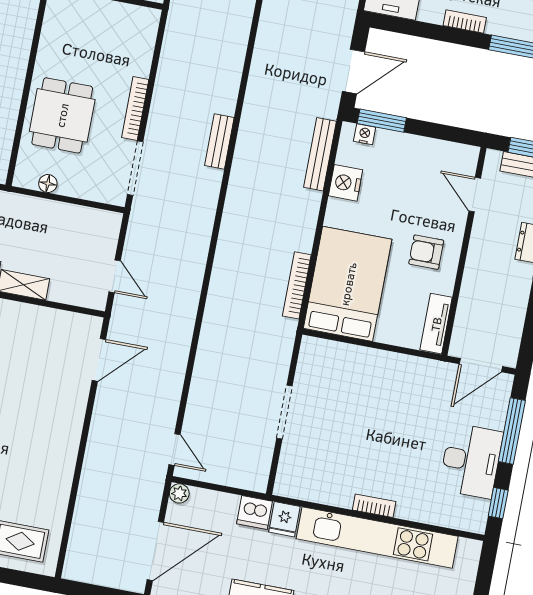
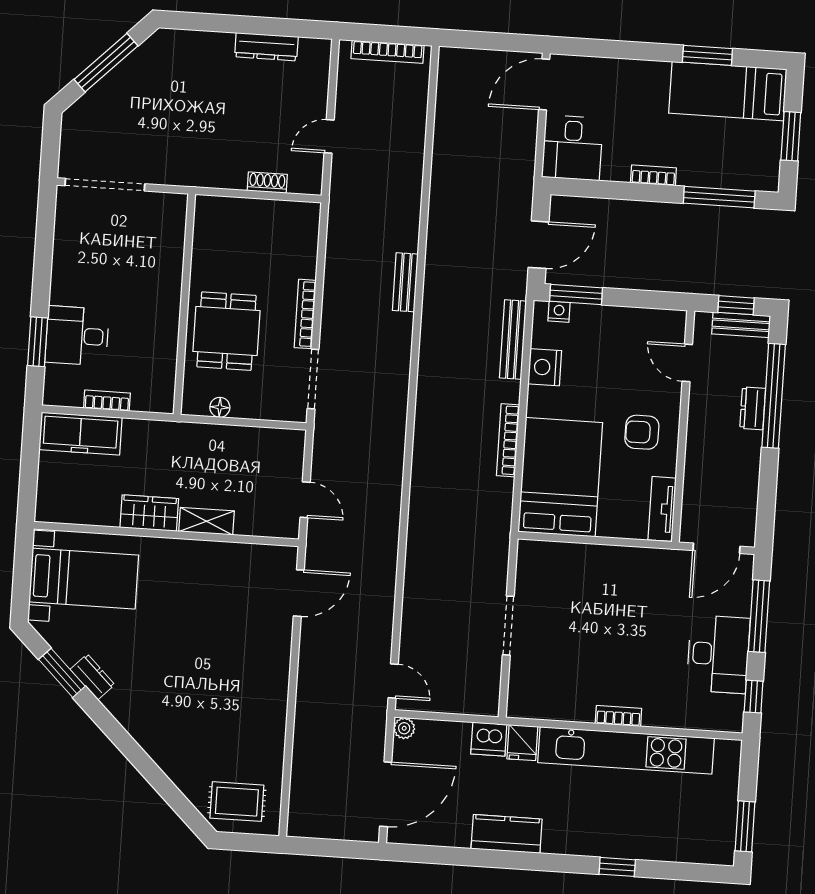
bench: (219, 142) -> (405, 282), moved
bookcase: (297, 285) -> (508, 440), moved

